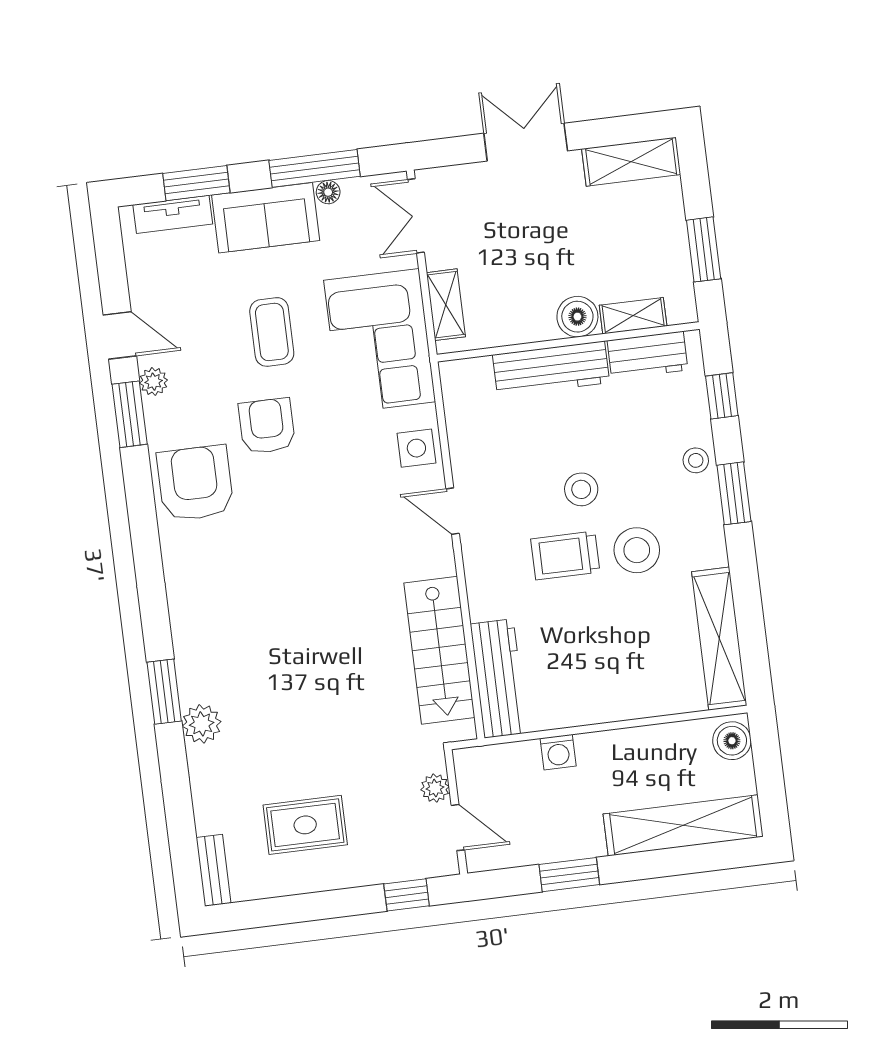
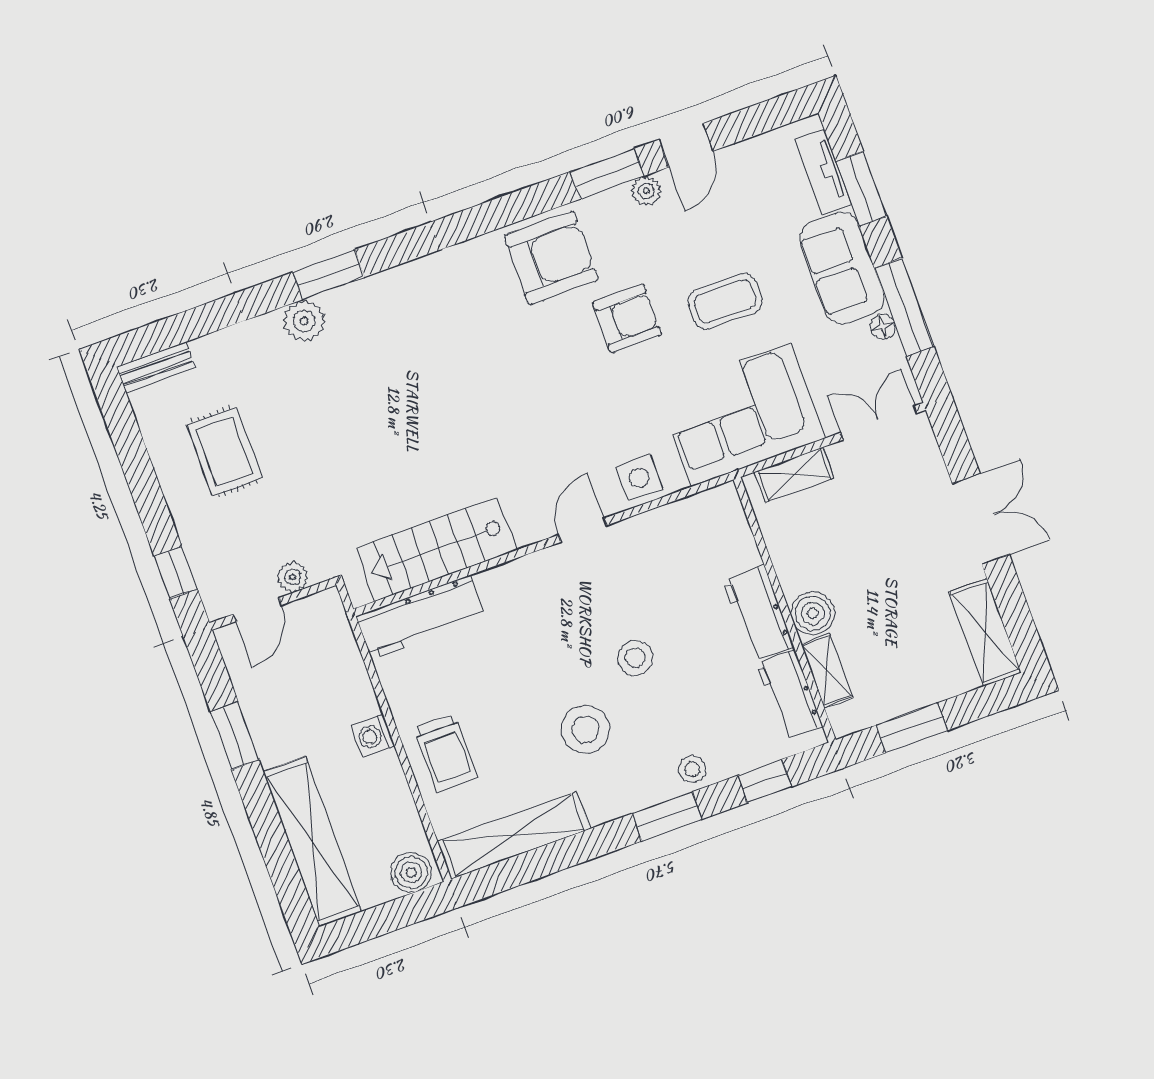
workbench: (551, 369) -> (758, 614), width x0.73
trolley: (565, 555) -> (446, 753), moved, turned 180
washing machine: (558, 752) -> (373, 736), moved

